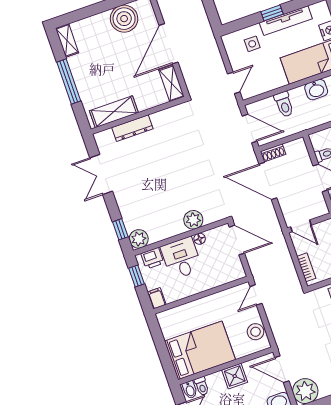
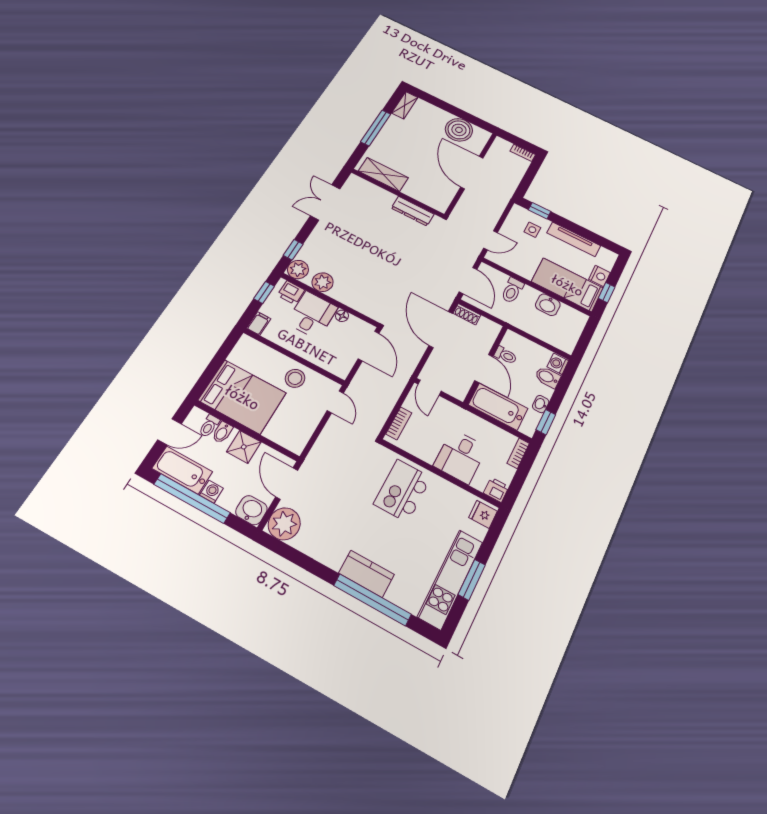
window: (272, 13) -> (539, 211), moved
door: (168, 44) -> (472, 173), hinge flipped
shelving: (172, 83) -> (445, 197), removed
dresser: (132, 128) -> (413, 211), moved
plant: (193, 220) -> (323, 282), moved
door: (256, 295) -> (335, 402), swing flipped
stool: (256, 332) -> (295, 378), moved
bidet: (190, 390) -> (222, 432), moved

